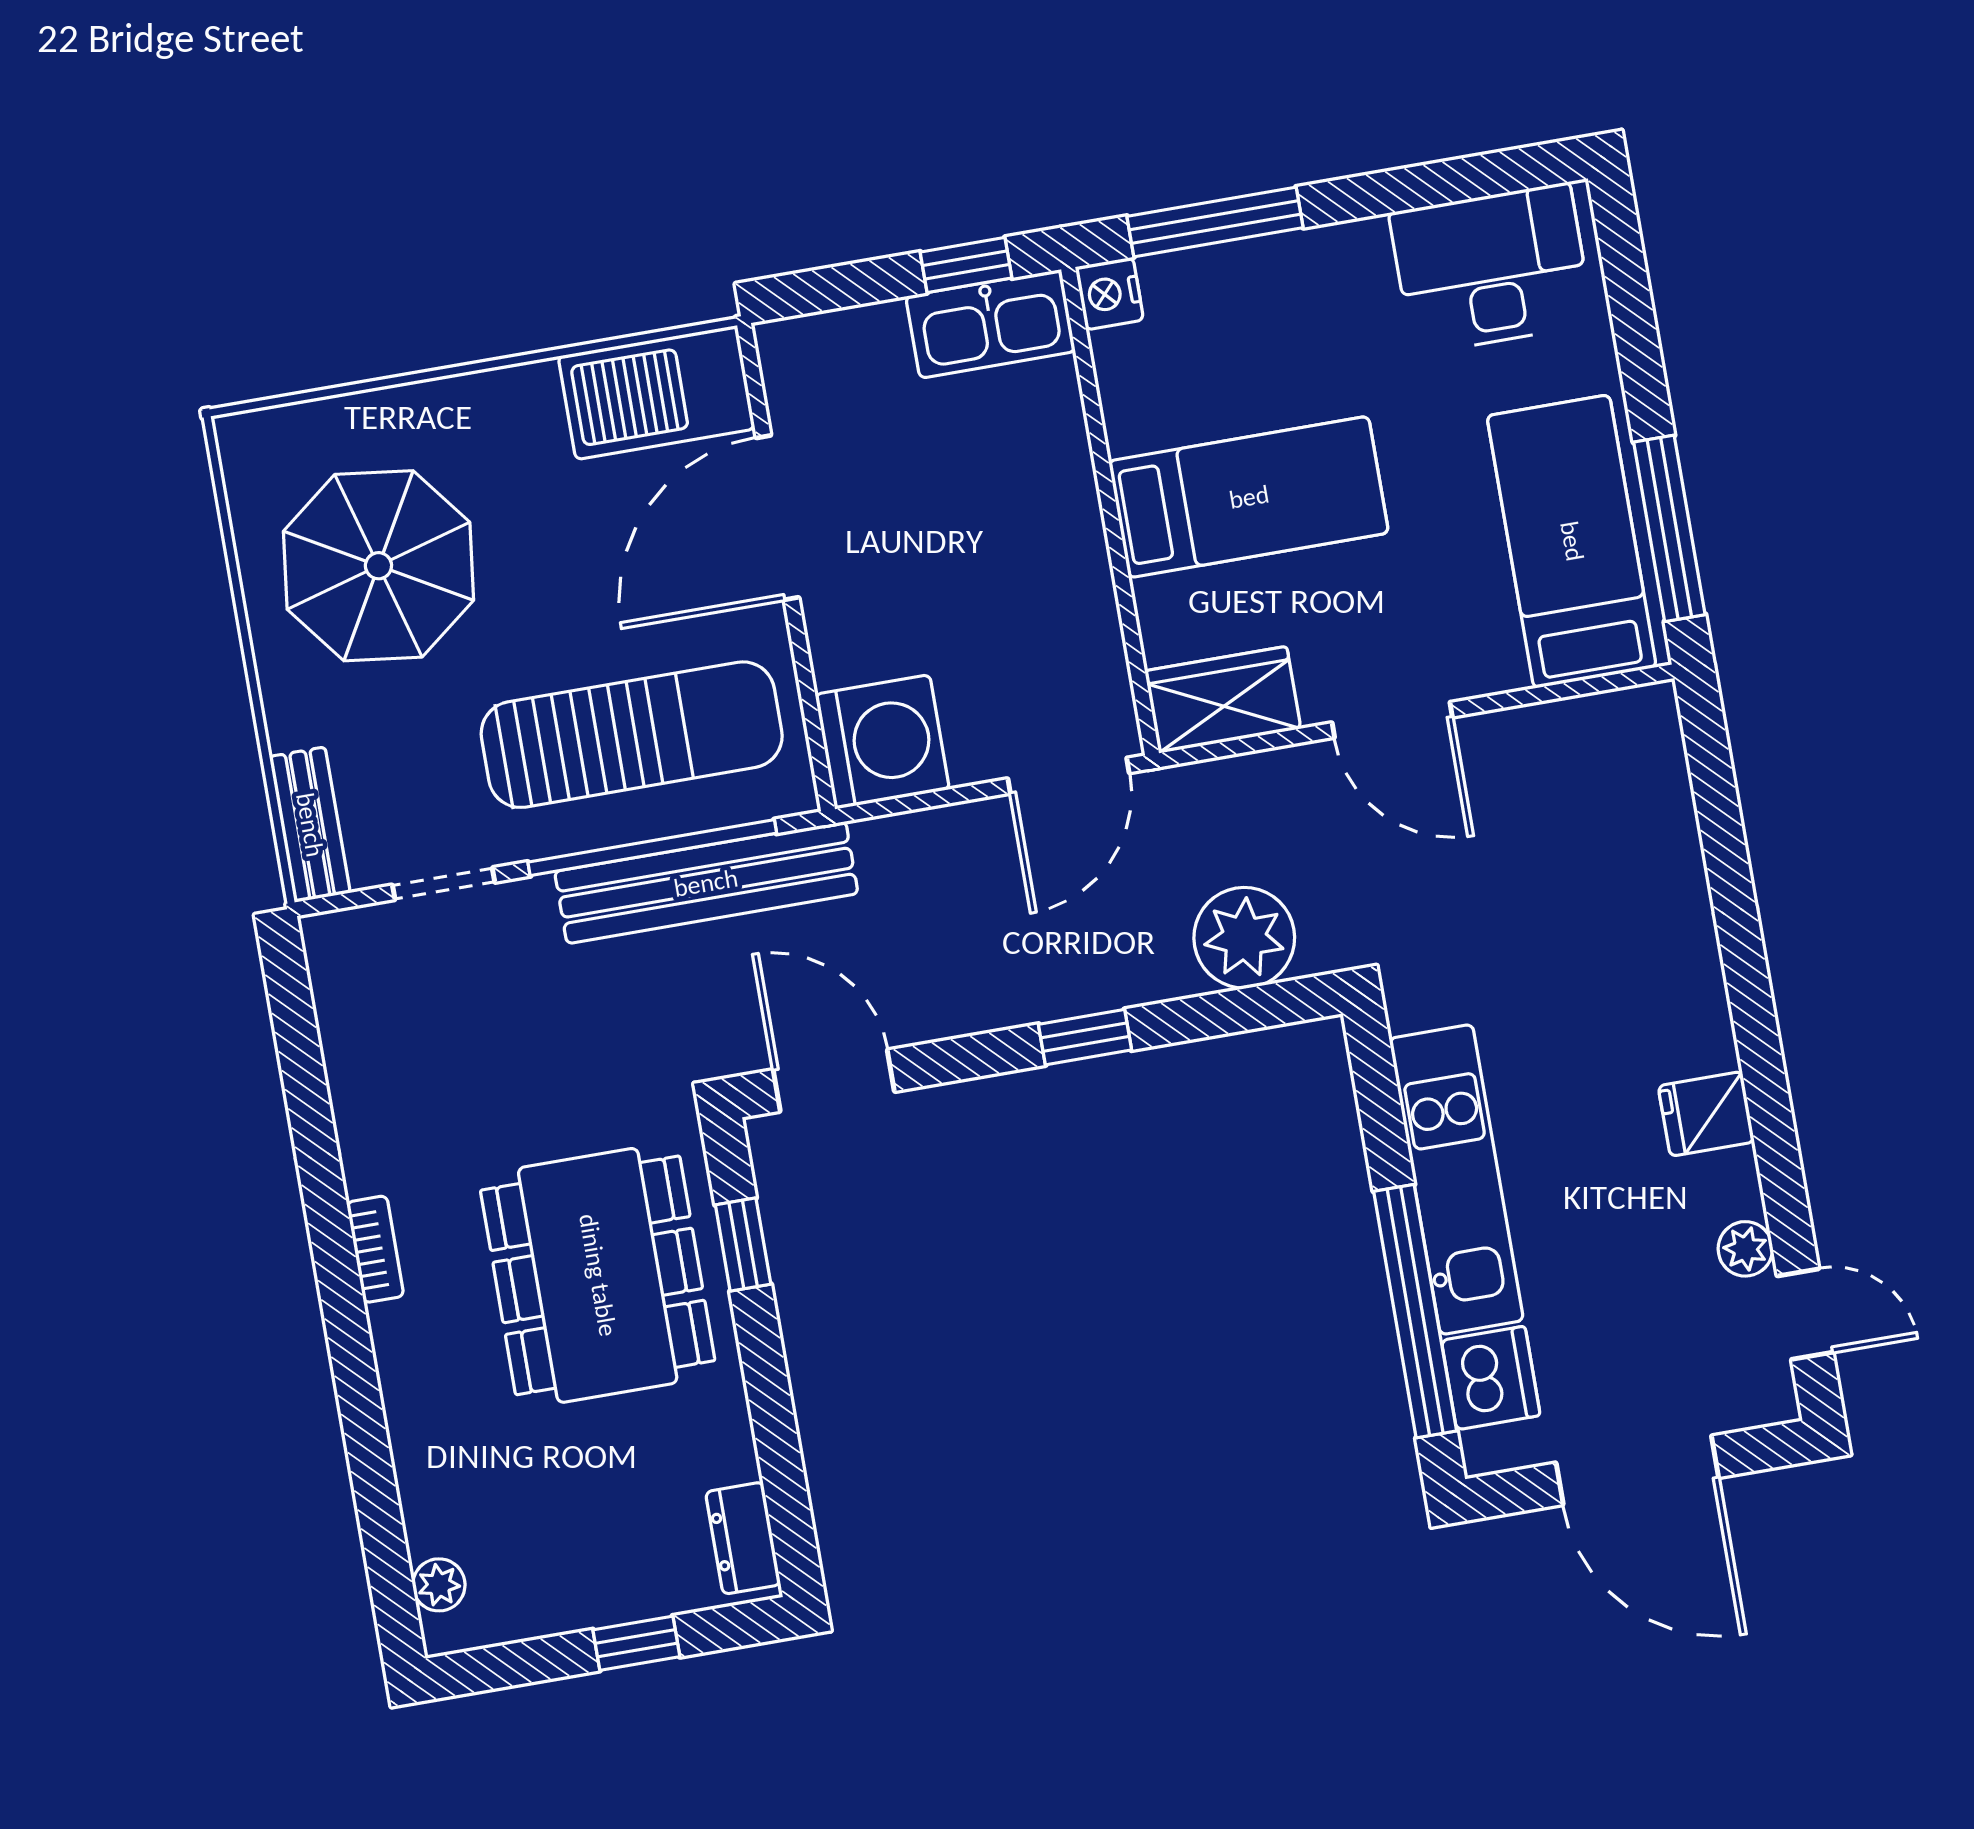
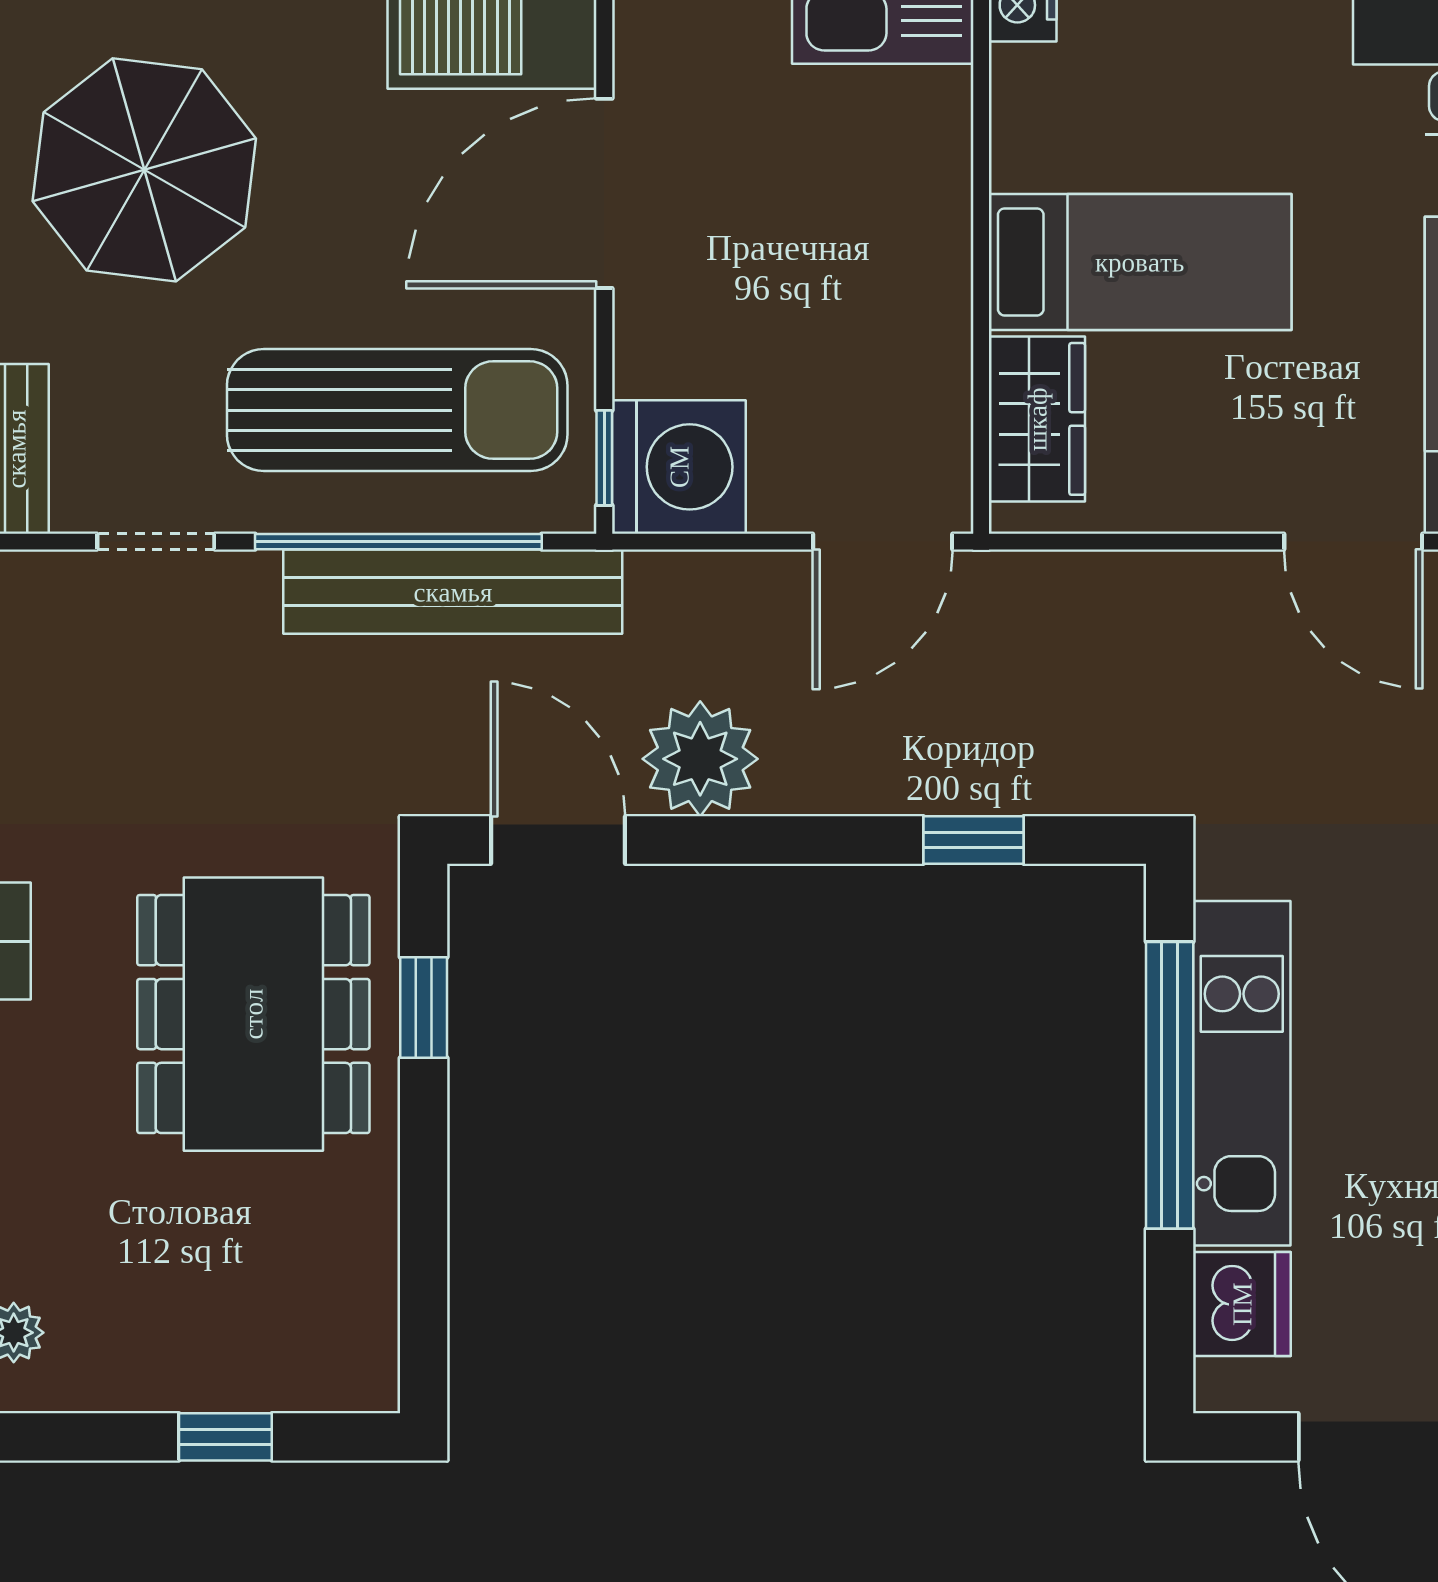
wardrobe: (1223, 700) -> (1037, 419), moved, turned 90
door: (1392, 720) -> (1353, 542), moved
window: (817, 745) -> (604, 458), added
plant: (1244, 938) -> (700, 759), moved
window: (1085, 1037) -> (974, 840), moved
window: (1415, 1311) -> (1170, 1085), moved
dresser: (743, 1538) -> (366, 1339), removed

